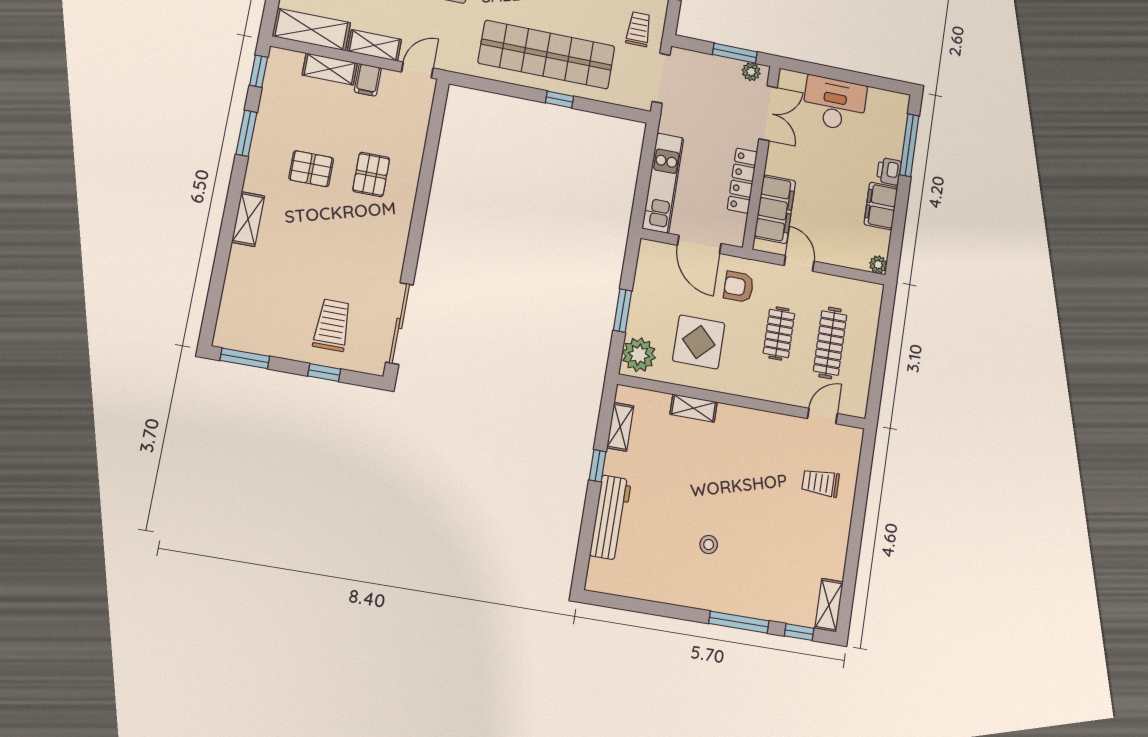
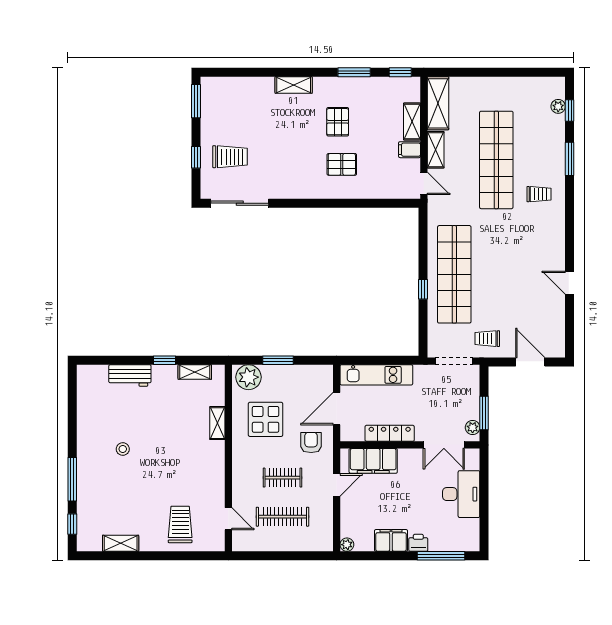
trolley: (639, 29) -> (487, 339), turned 180
trolley: (821, 483) -> (180, 524), width x1.36, depth x1.39
workbench: (611, 518) -> (130, 375), width x0.73
shelving: (829, 605) -> (121, 543), moved

